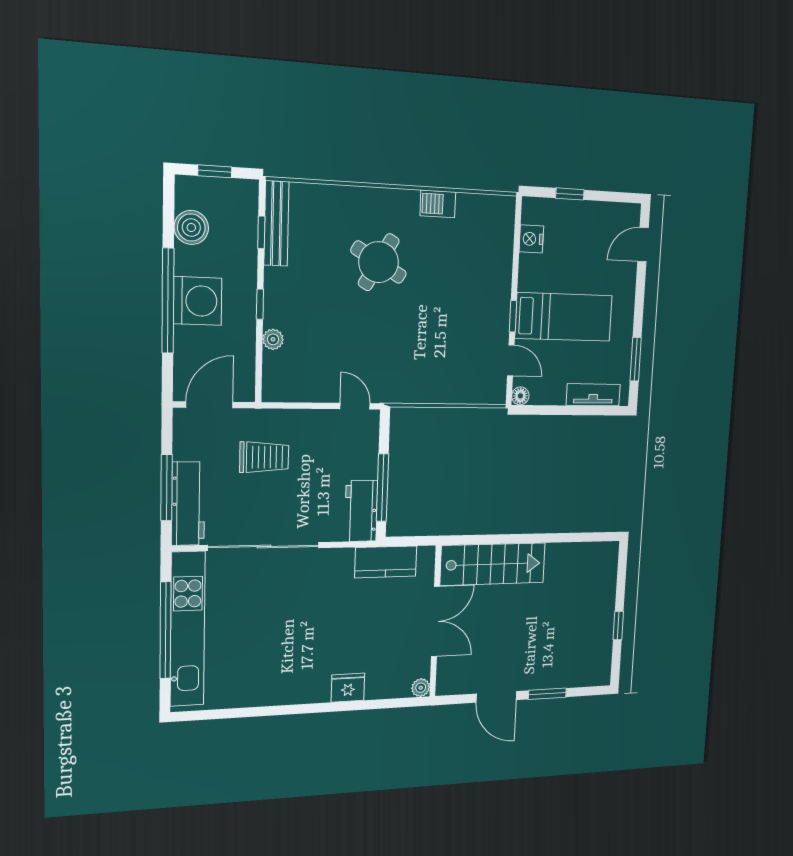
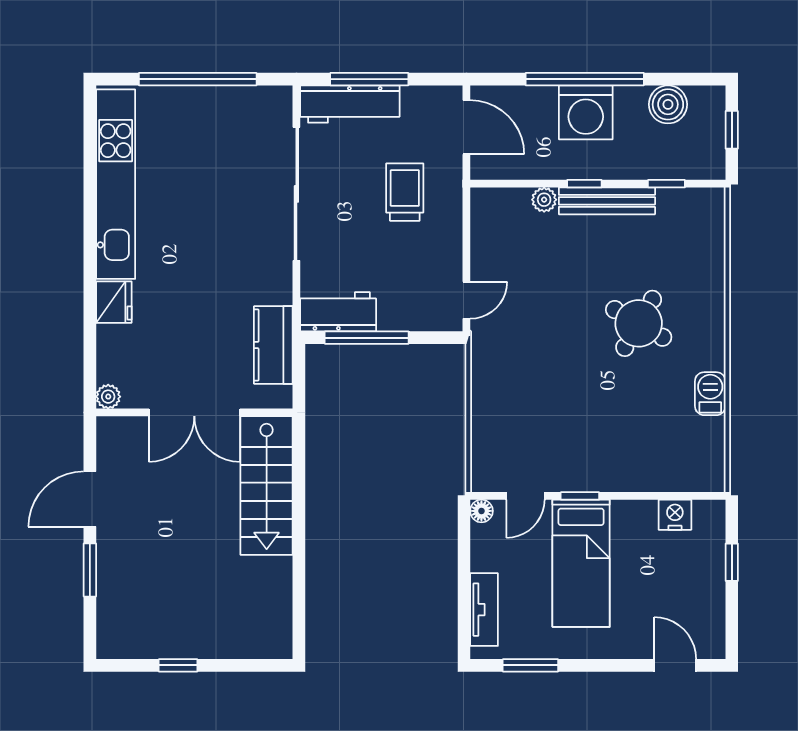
bench: (276, 223) -> (607, 201), moved
trolley: (264, 457) -> (405, 192), turned 180
kitchen unit: (188, 629) -> (116, 184), moved, turned -90

